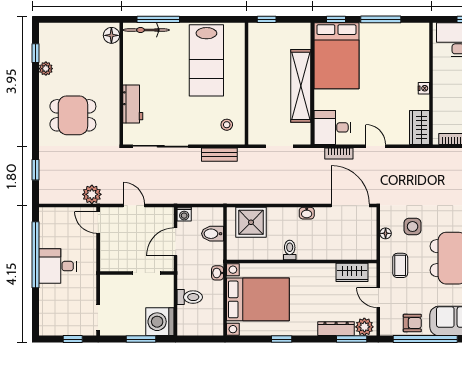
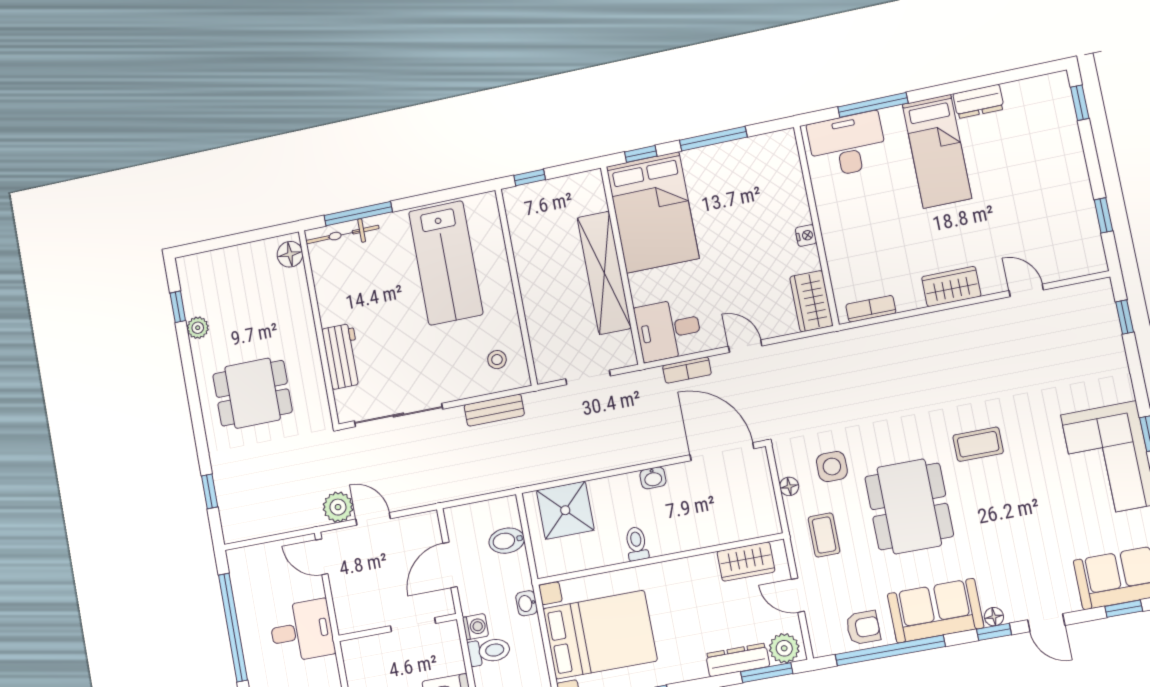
plant: (92, 194) -> (338, 507), moved
washing machine: (184, 214) -> (475, 627), moved, turned -90
desk: (58, 266) -> (302, 631), moved, turned 180

